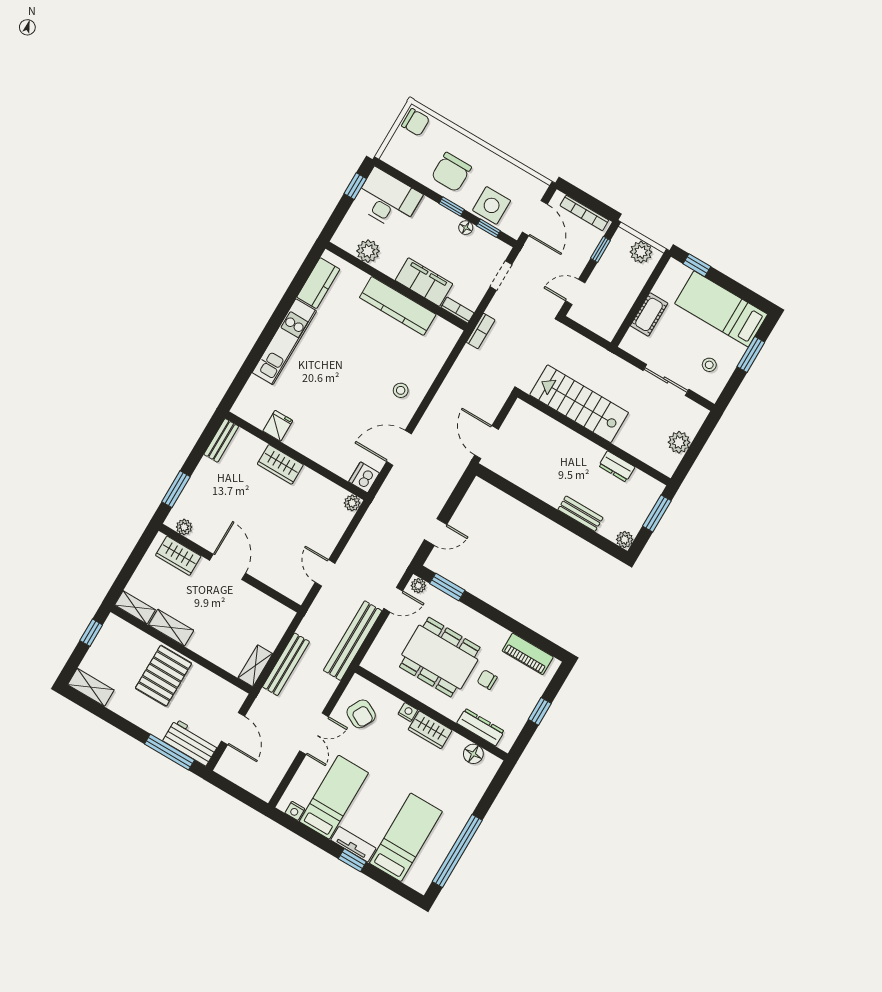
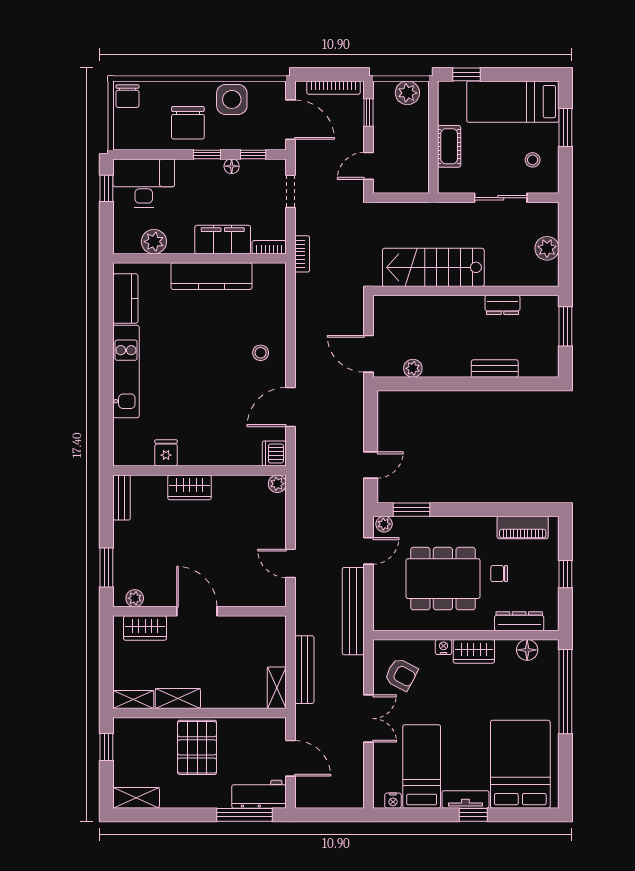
chair: (416, 122) -> (127, 96), turned 90
side table: (492, 205) -> (232, 99), moved
plant: (625, 540) -> (413, 368), moved
bed: (406, 837) -> (520, 764), width x1.50
window: (457, 851) -> (565, 692), moved

